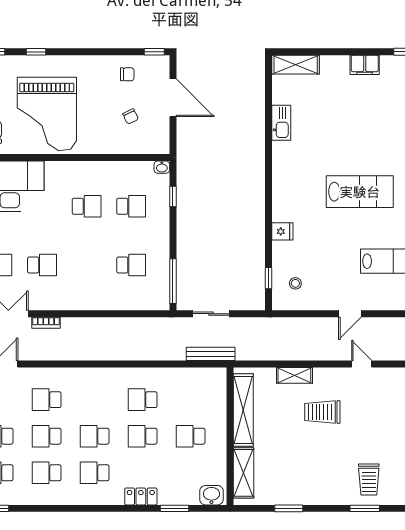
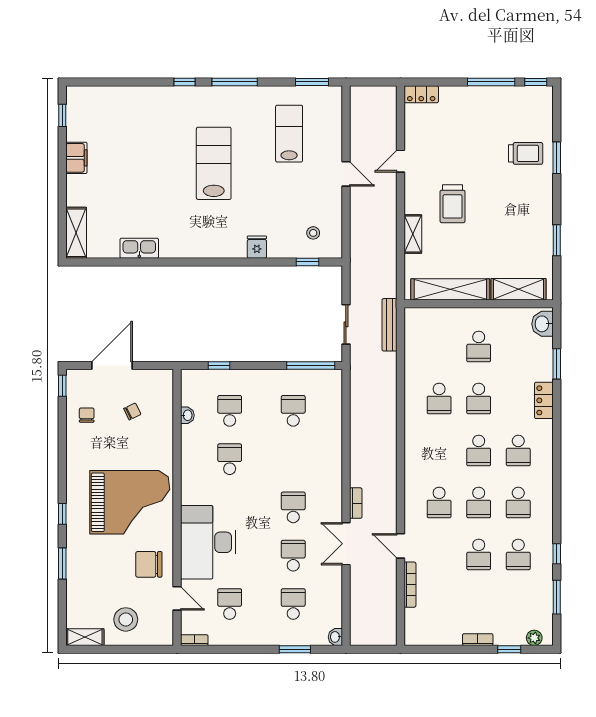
washbasin: (162, 167) -> (187, 415), moved

